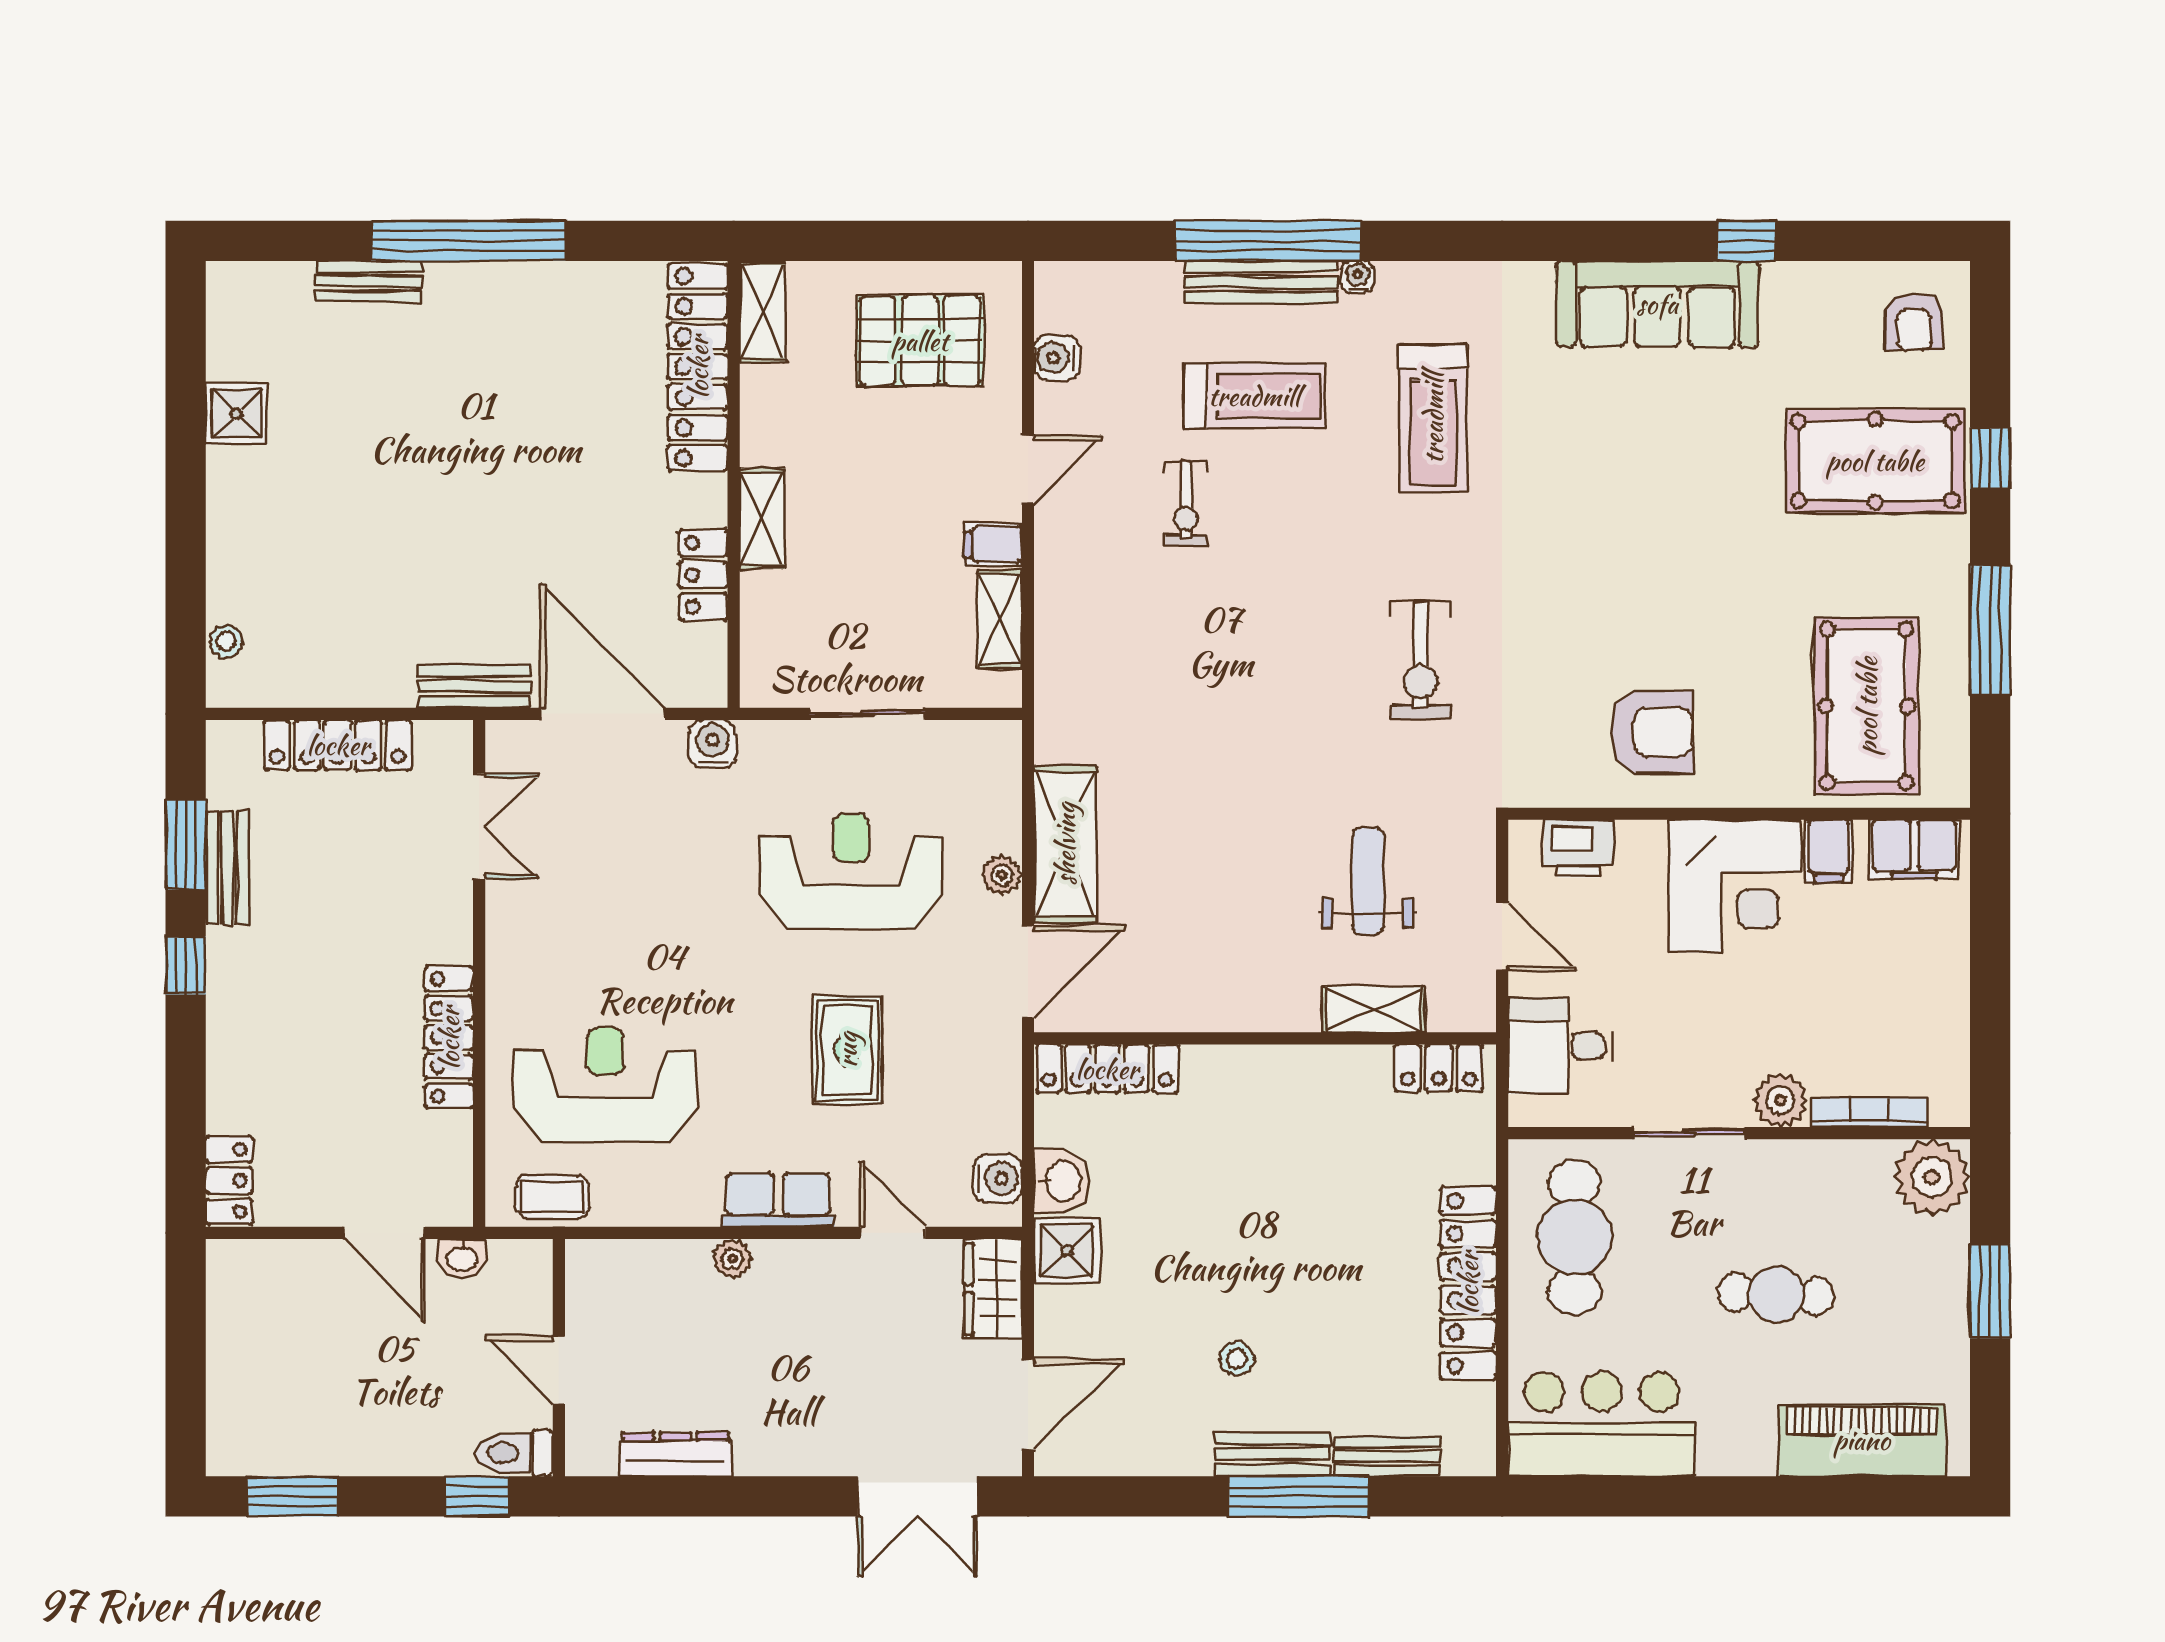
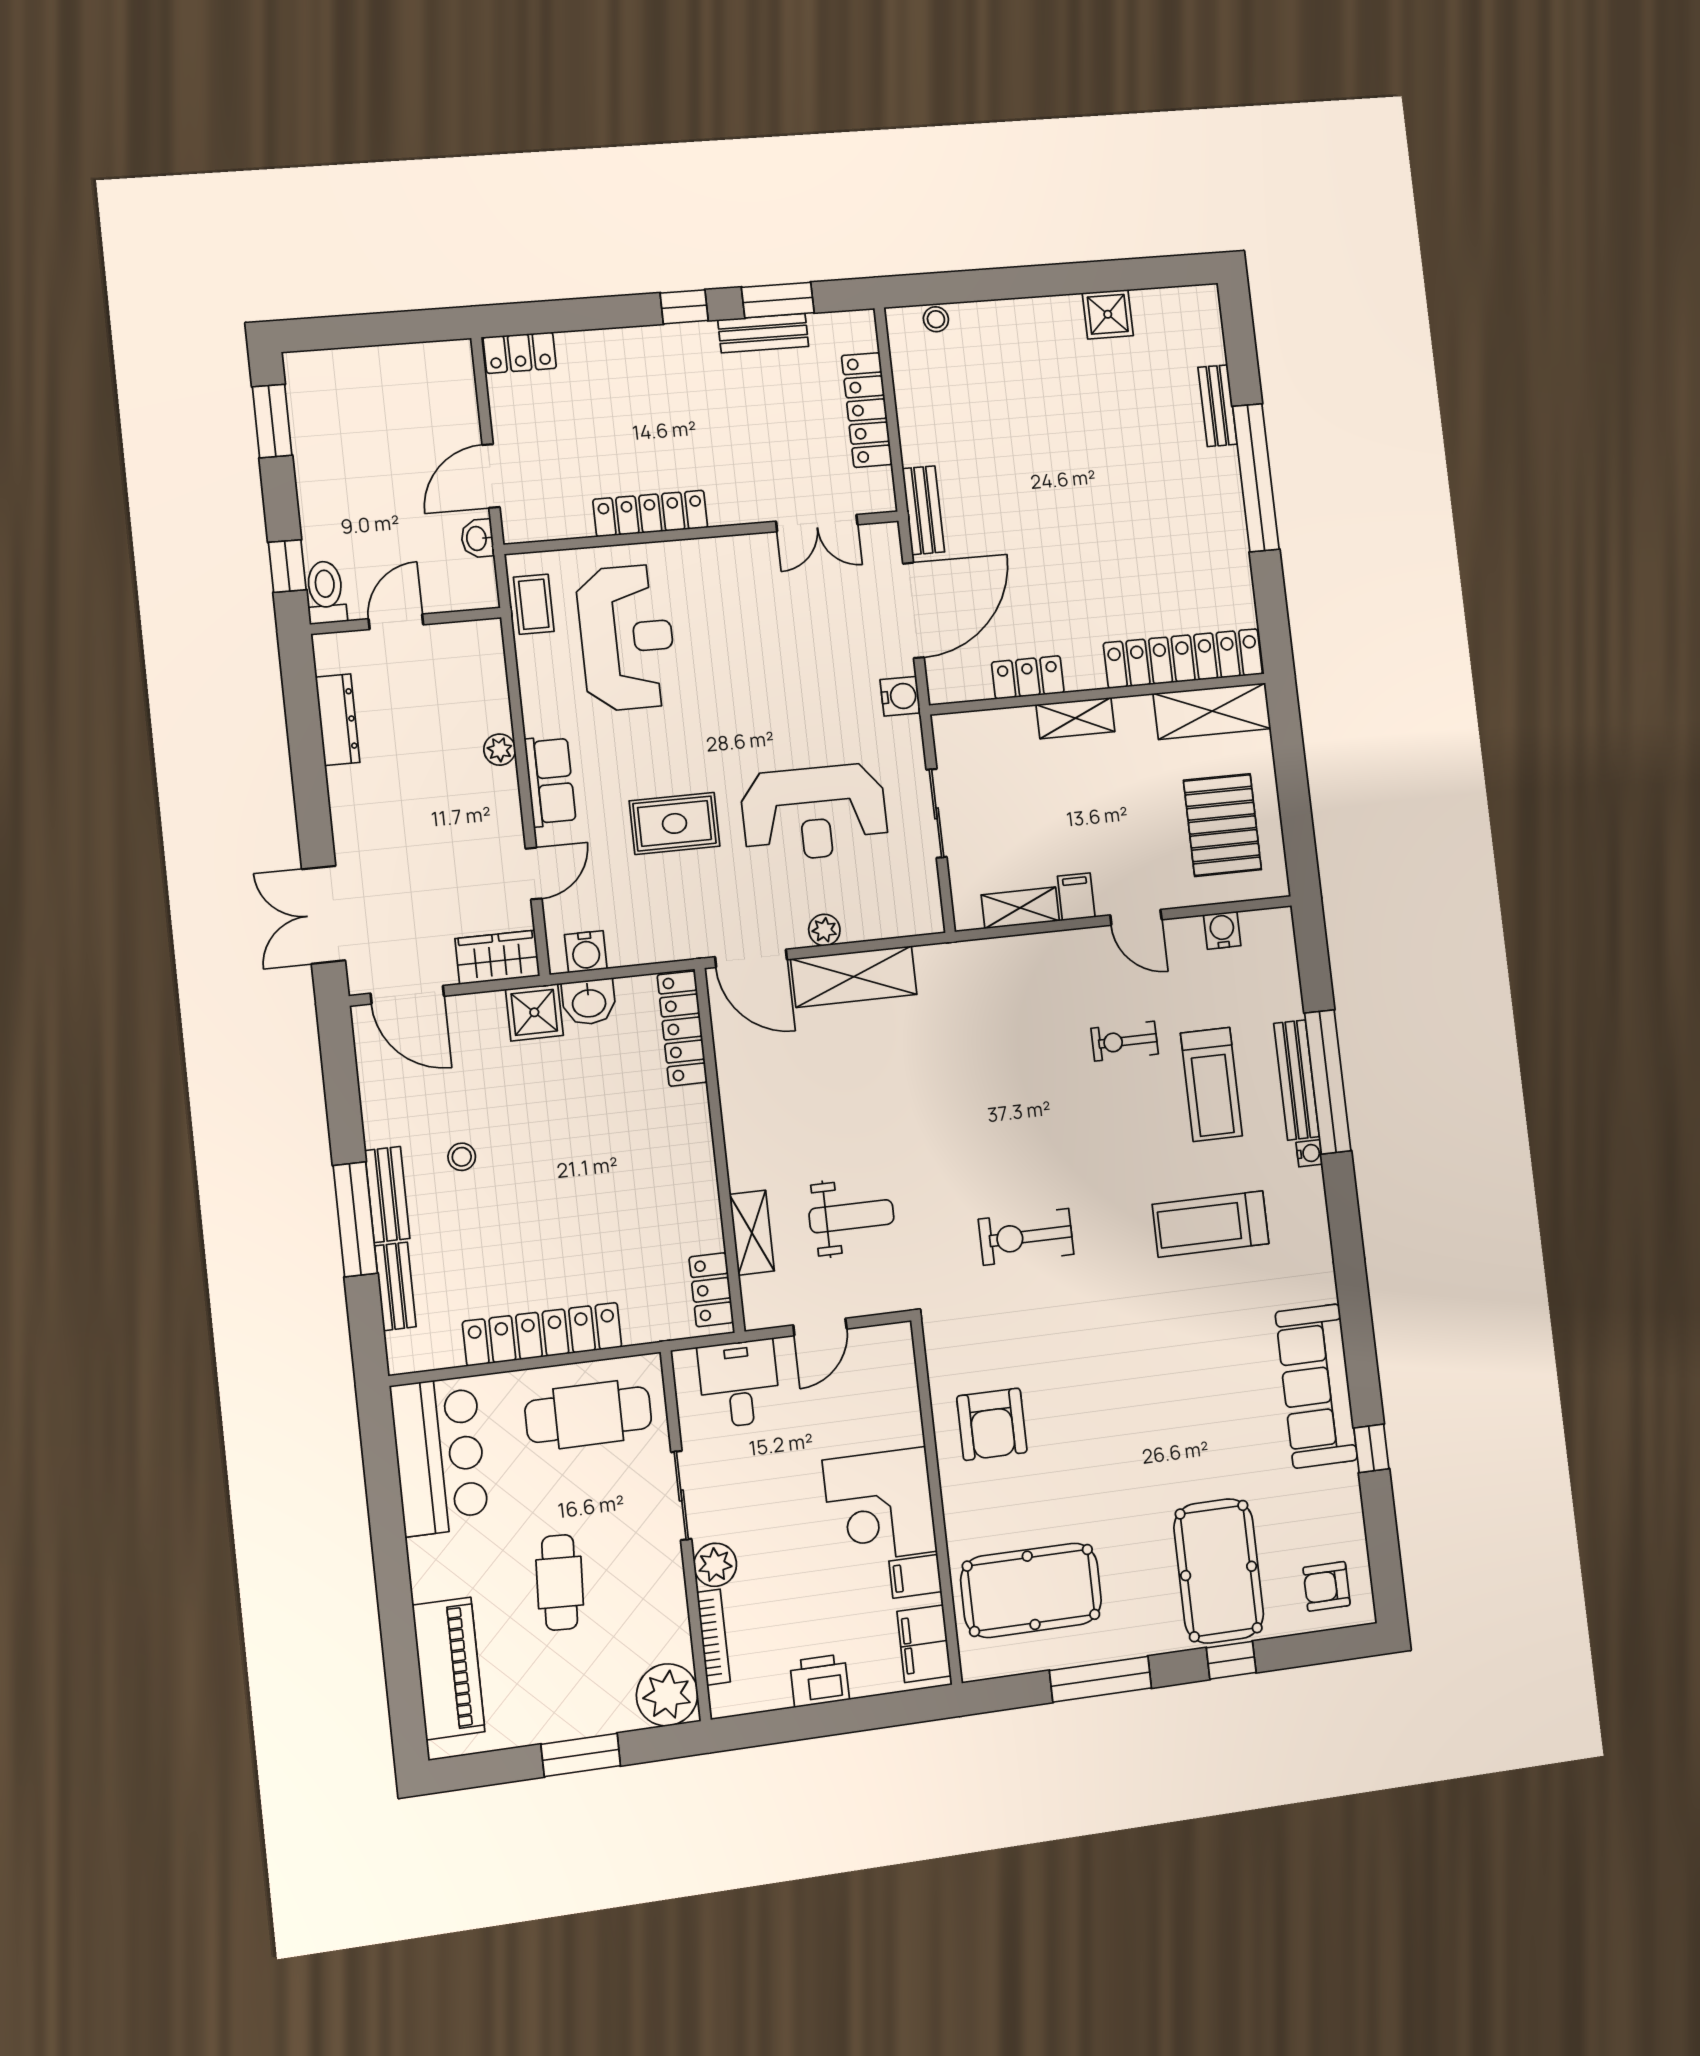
shelving: (762, 311) -> (1212, 711), width x1.50, depth x1.33
printer: (1579, 849) -> (820, 1681), moved, turned 90
reception desk: (851, 871) -> (814, 813), turned 90

